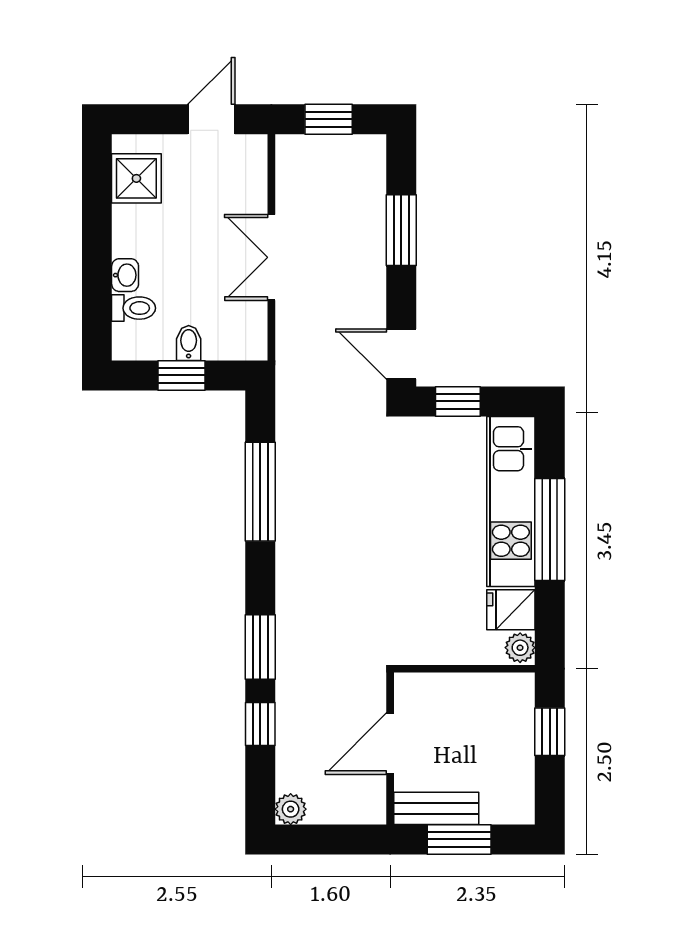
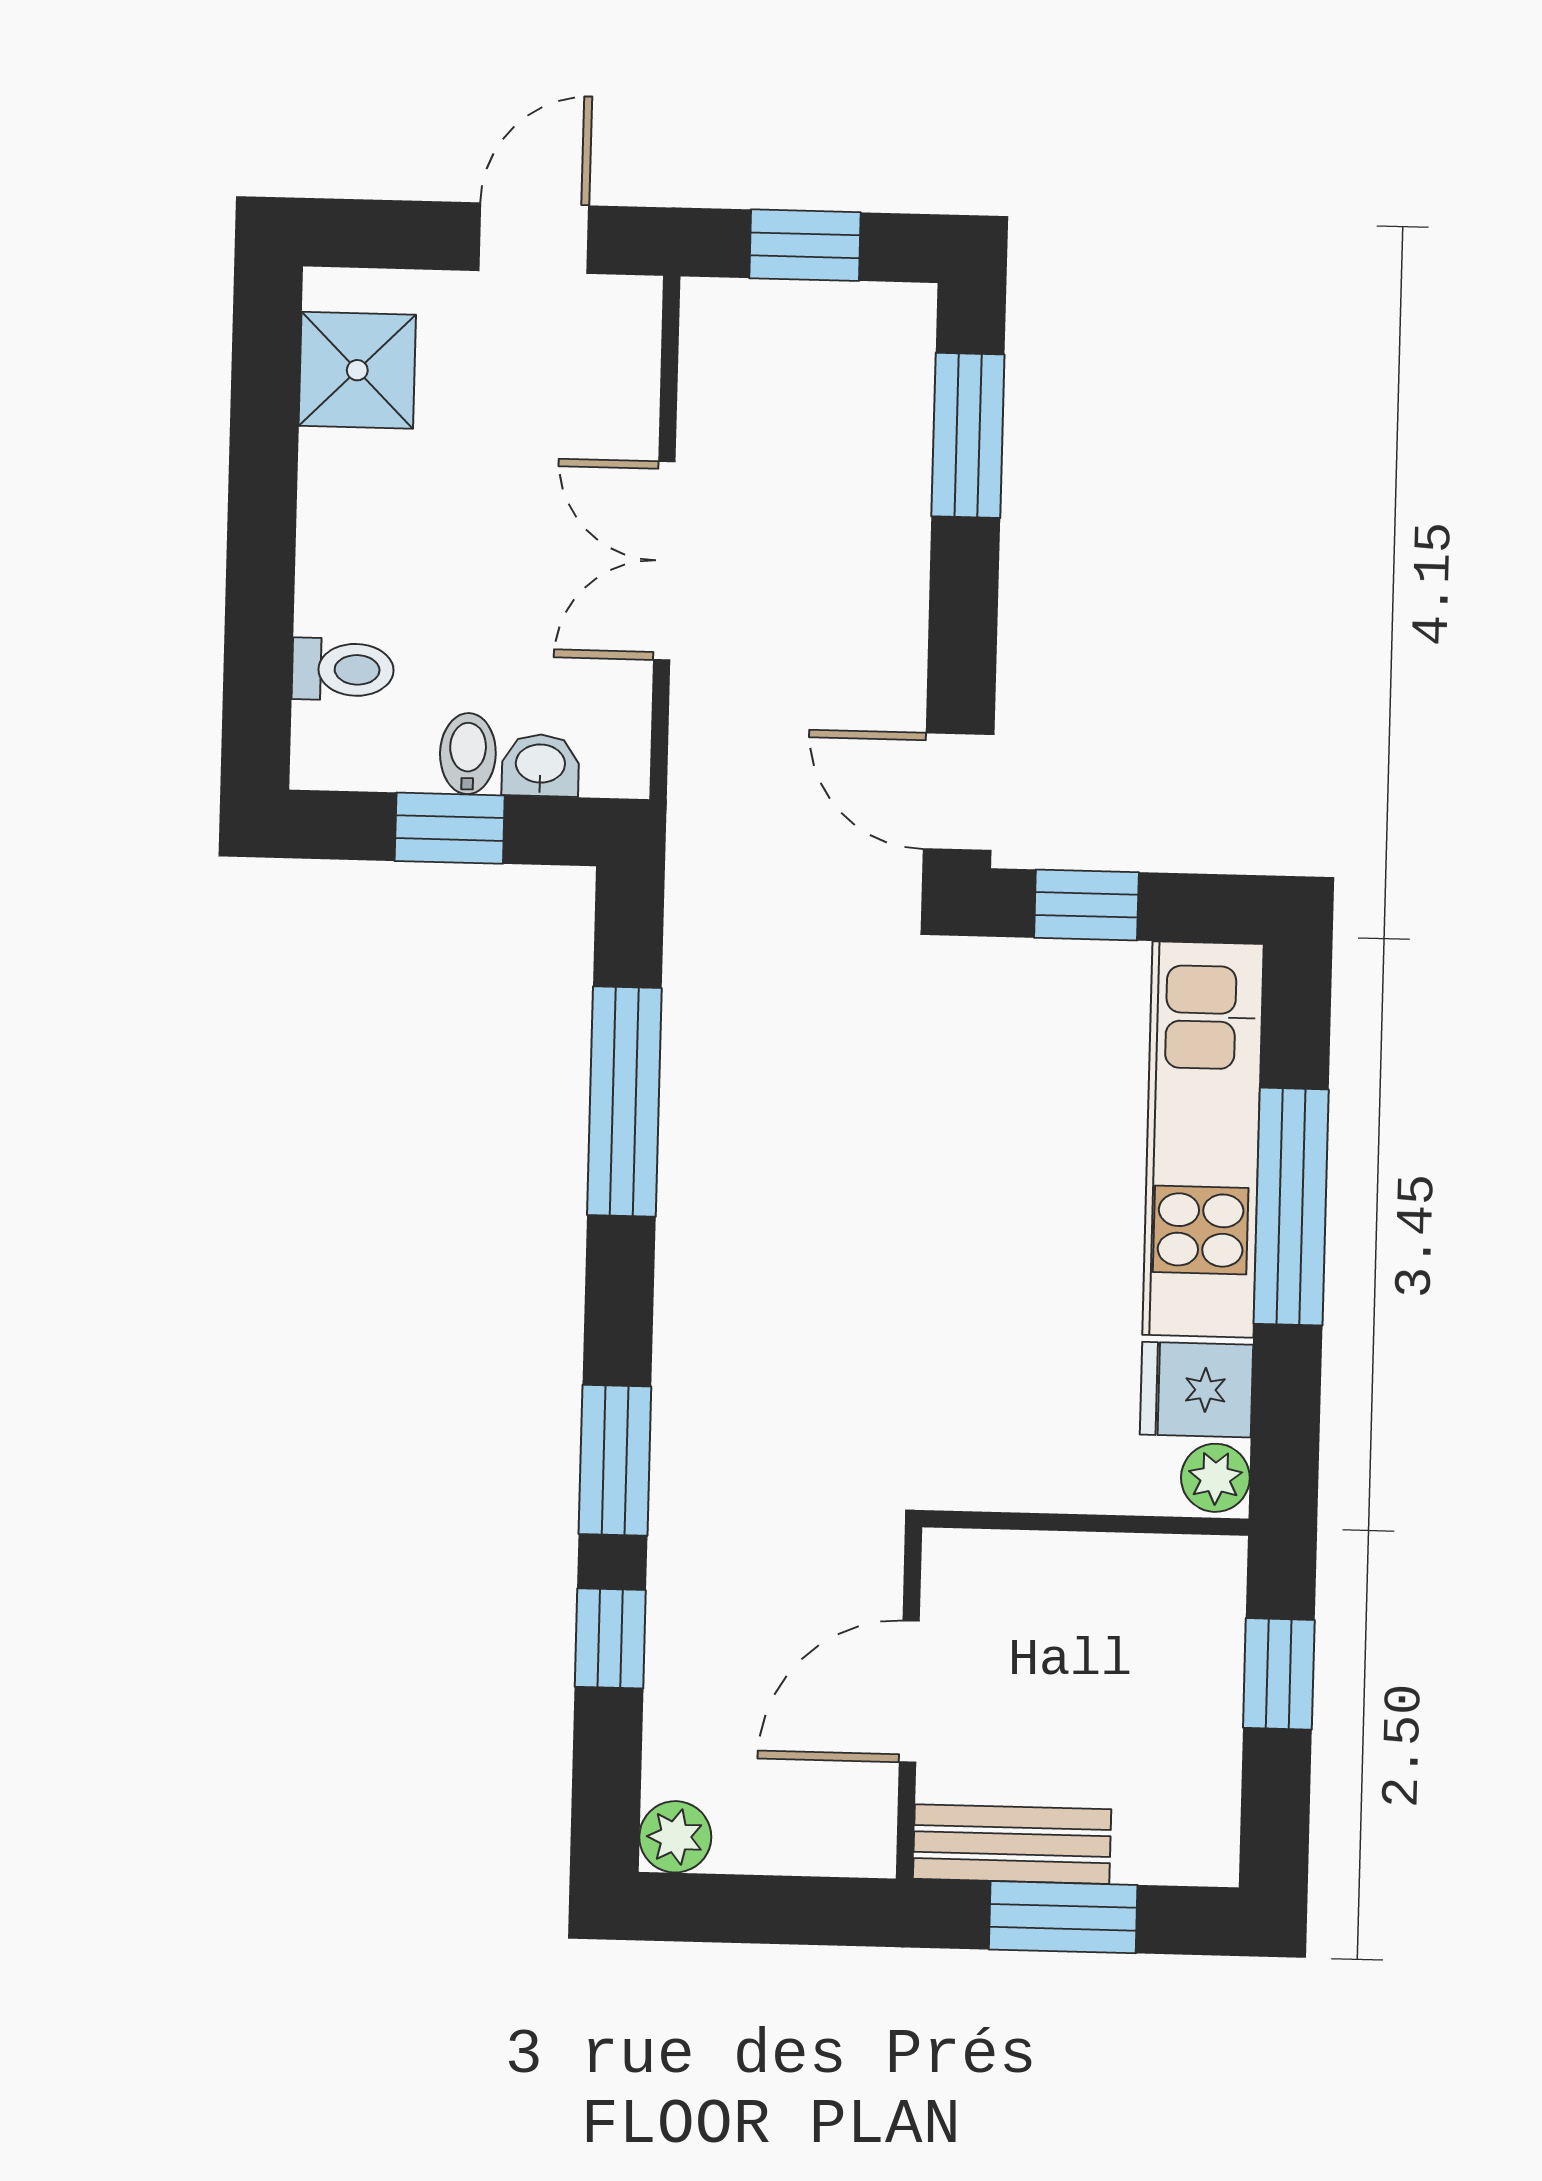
window: (401, 230) -> (968, 435), moved
washbasin: (125, 275) -> (540, 765), moved, turned -90

